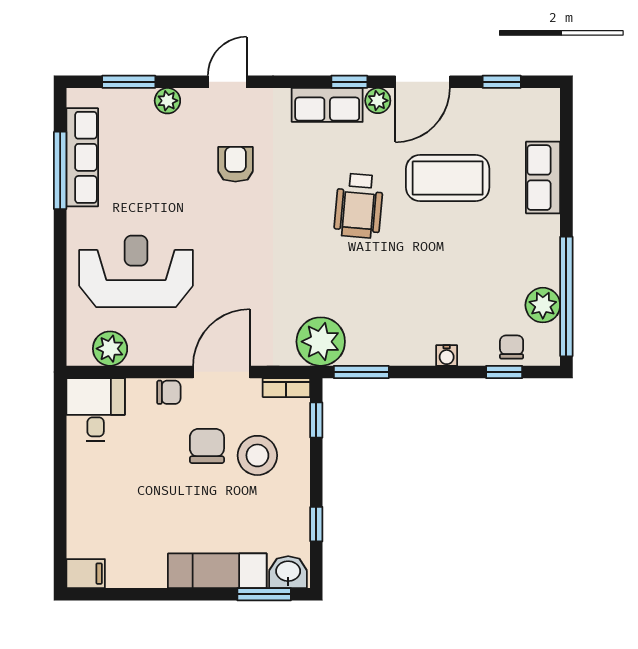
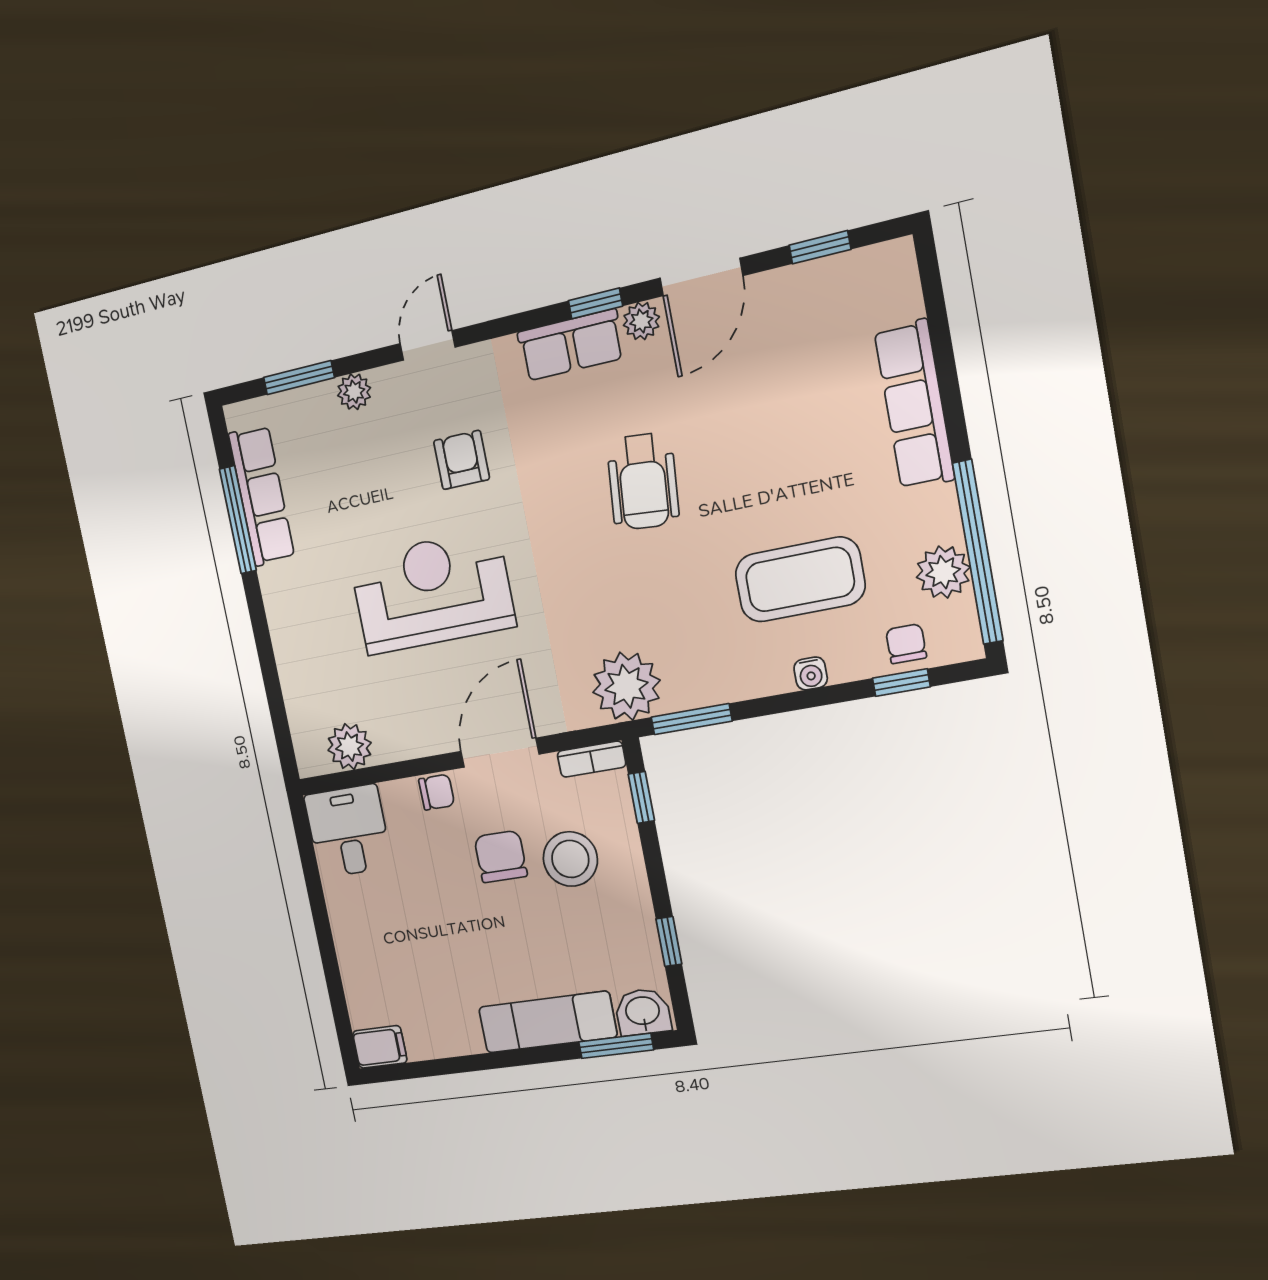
coffee table: (448, 178) -> (800, 580), moved
row of seats: (543, 178) -> (914, 405), width x1.48
reception desk: (136, 271) -> (432, 592), moved

